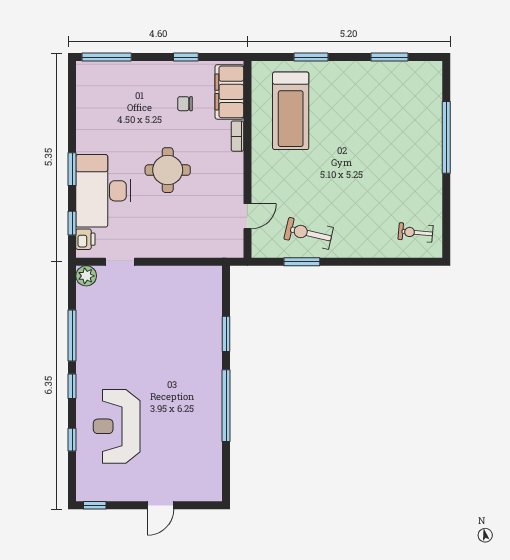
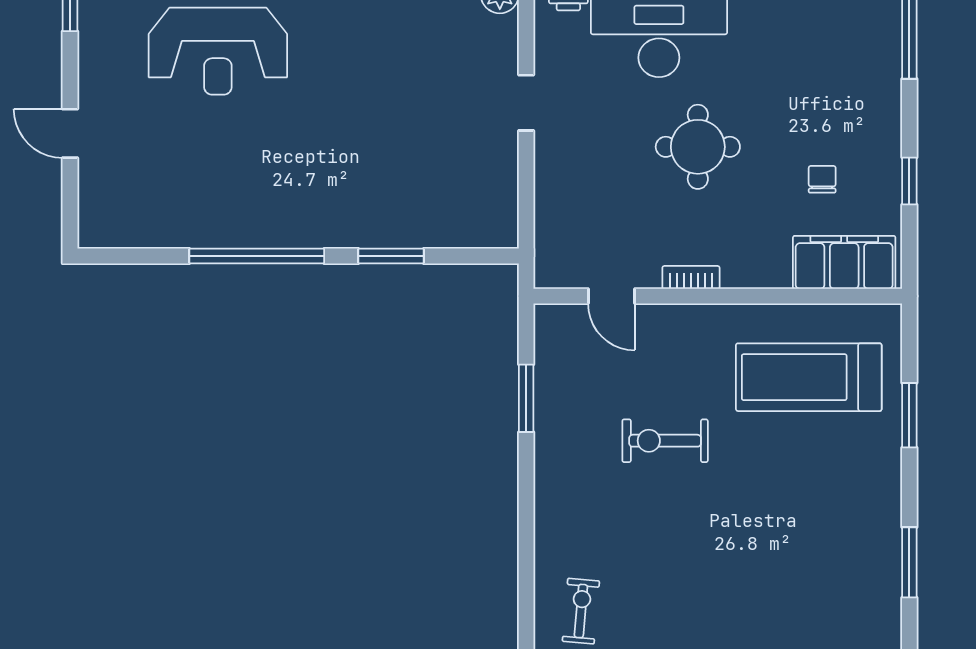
bookcase: (237, 136) -> (691, 277), moved
exercise bike: (309, 233) -> (665, 441), moved, turned -103
doorway: (120, 262) -> (526, 103), moved
reception desk: (117, 426) -> (218, 51), turned 180

